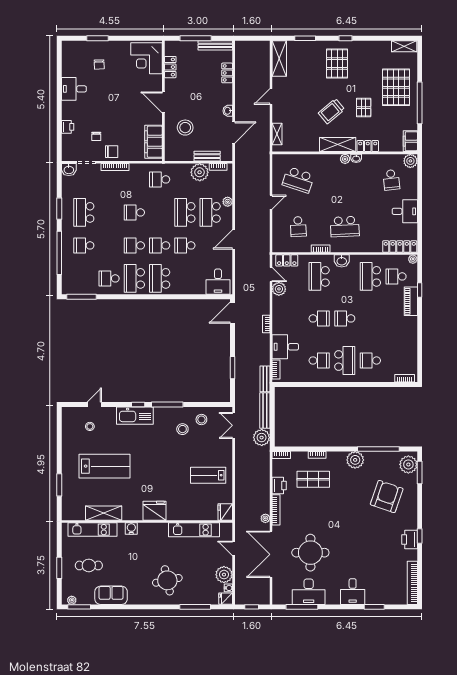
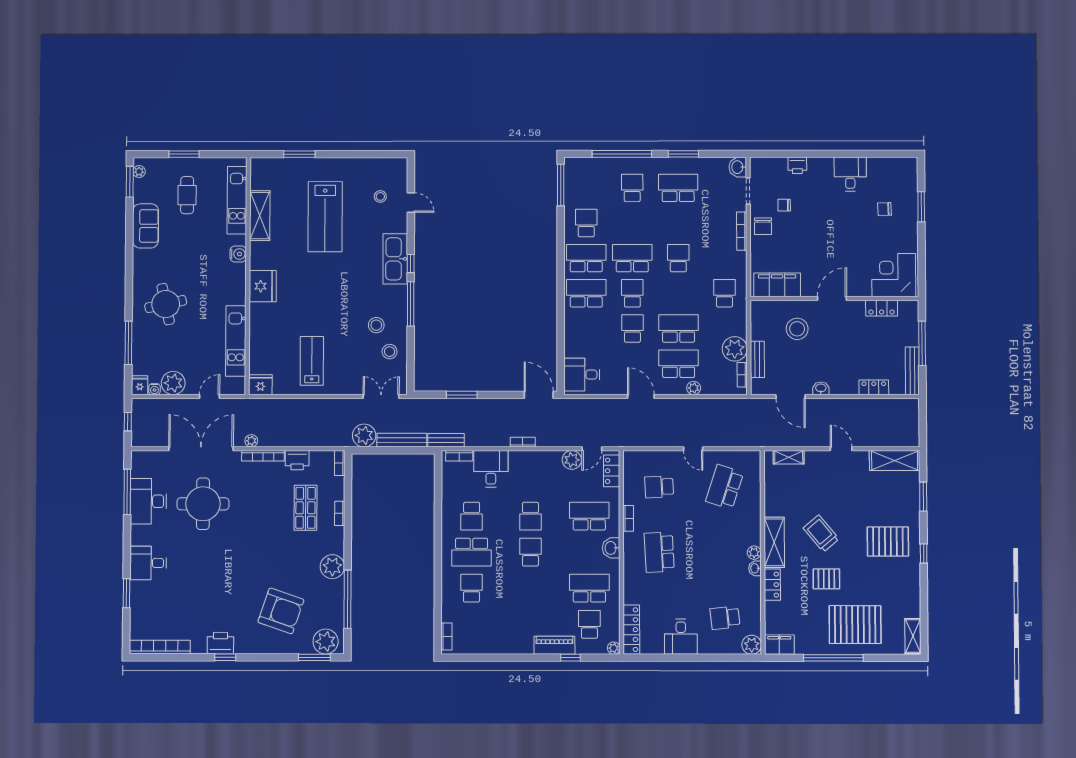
school desk: (134, 245) -> (632, 258), width x1.85

